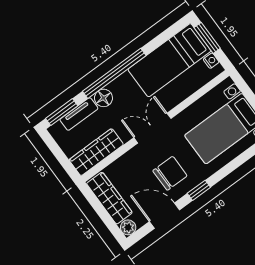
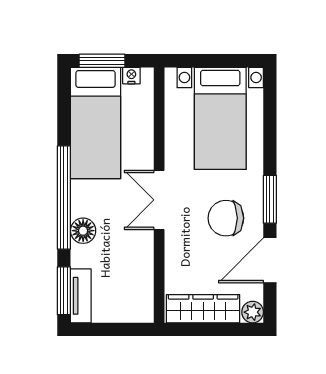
tv unit: (79, 114) -> (81, 296), moved
wardrobe: (96, 152) -> (139, 285), removed
chair: (170, 173) -> (226, 218), turned -90
window: (199, 190) -> (270, 199), width x1.50

